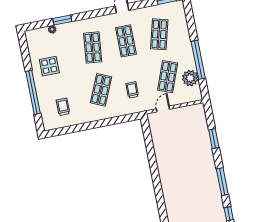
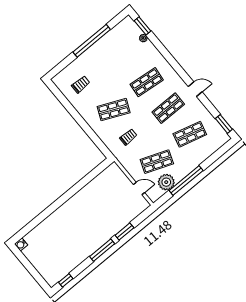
window: (62, 20) -> (142, 26), moved
display table: (49, 66) -> (110, 53), removed
window: (33, 92) -> (92, 41), moved
door: (163, 109) -> (139, 188), moved
window: (222, 182) -> (102, 250), moved

